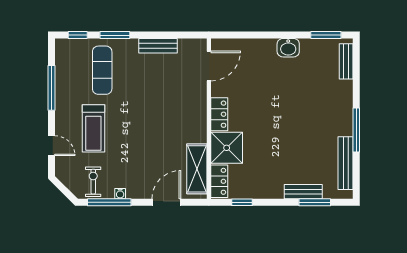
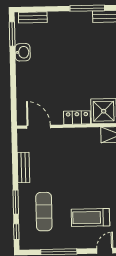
washbasin: (288, 48) -> (23, 52), moved
exercise mat: (102, 70) -> (44, 212), turned 90
treadmill: (93, 128) -> (90, 218), turned 180

